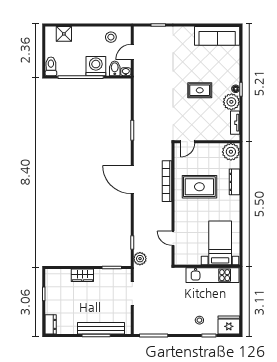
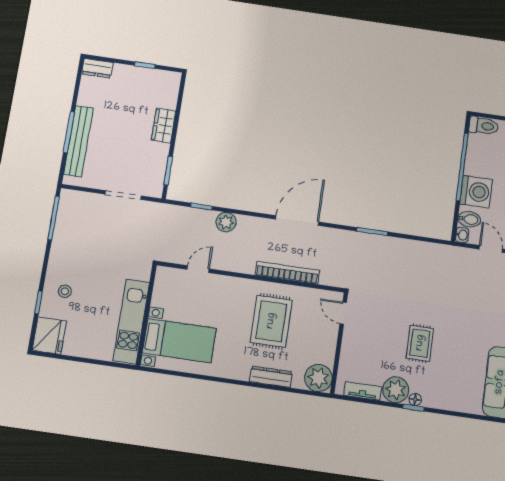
plant: (140, 259) -> (226, 222), moved

